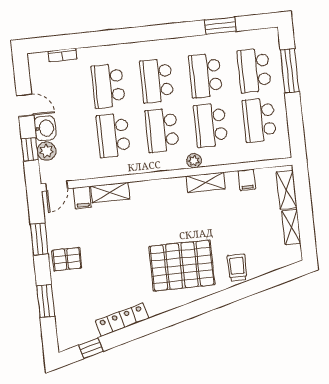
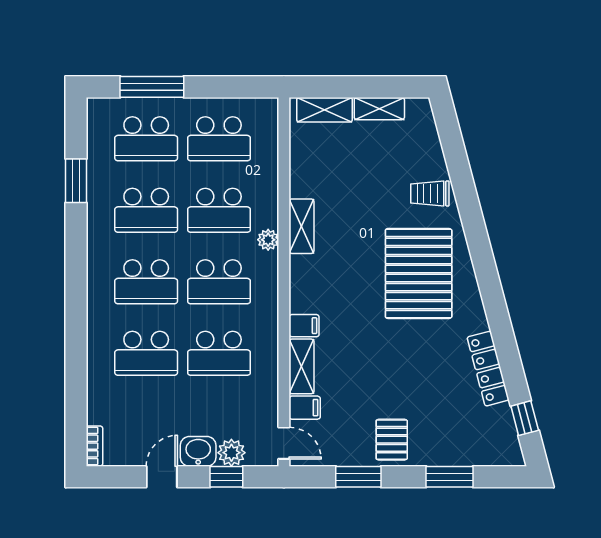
bookcase: (63, 55) -> (95, 446), moved
filing cabinet: (247, 180) -> (304, 326), moved

